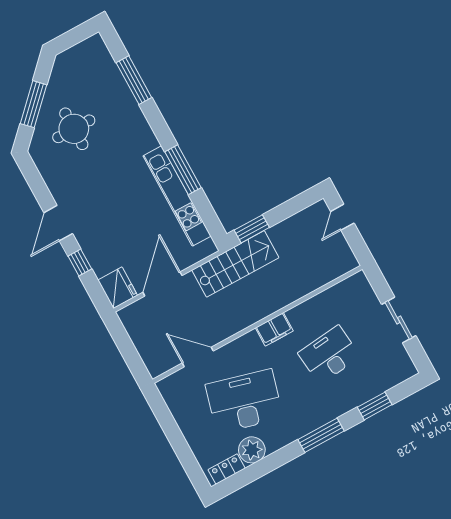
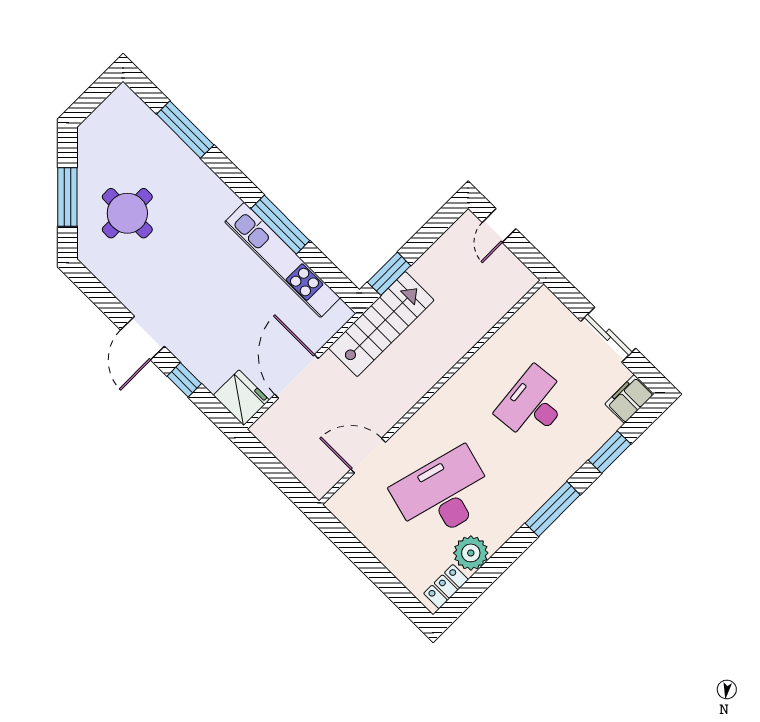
filing cabinet: (274, 329) -> (629, 399), moved, turned 180

